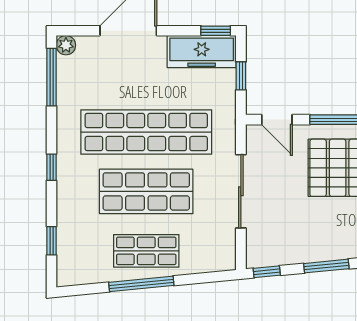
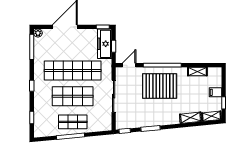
freezer: (202, 52) -> (105, 44), moved, turned 90
door: (277, 120) -> (129, 65), swing flipped

